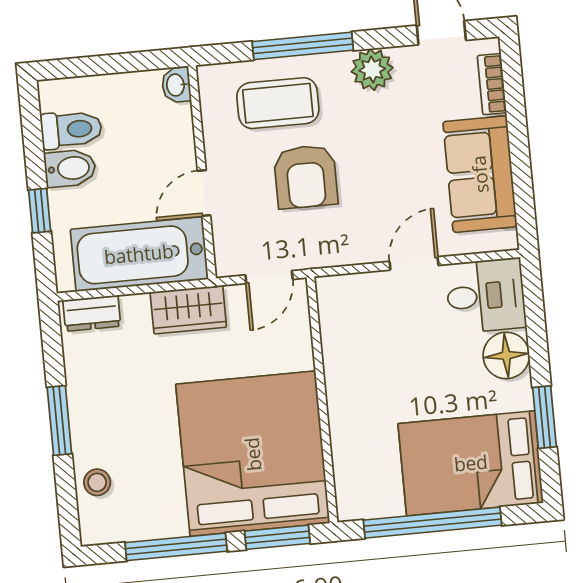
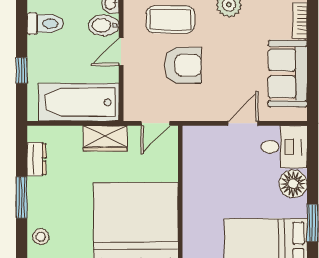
bidet: (70, 168) -> (104, 25), moved, turned 180
armchair: (306, 177) -> (183, 65), turned -90
door: (204, 193) -> (121, 52), moved
dresser: (92, 313) -> (36, 159), moved, turned -90

